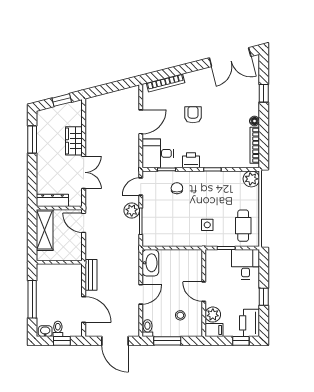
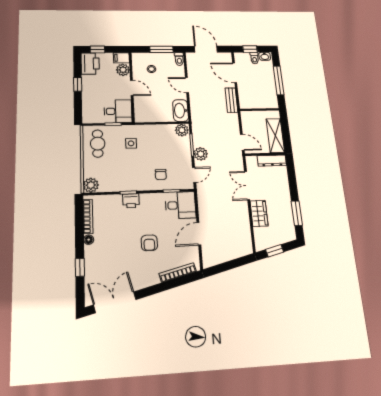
printer: (191, 160) -> (131, 201), moved
plant: (151, 239) -> (182, 130), added
desk: (246, 264) -> (118, 111), moved, turned -90
door: (141, 294) -> (187, 85), hinge flipped

